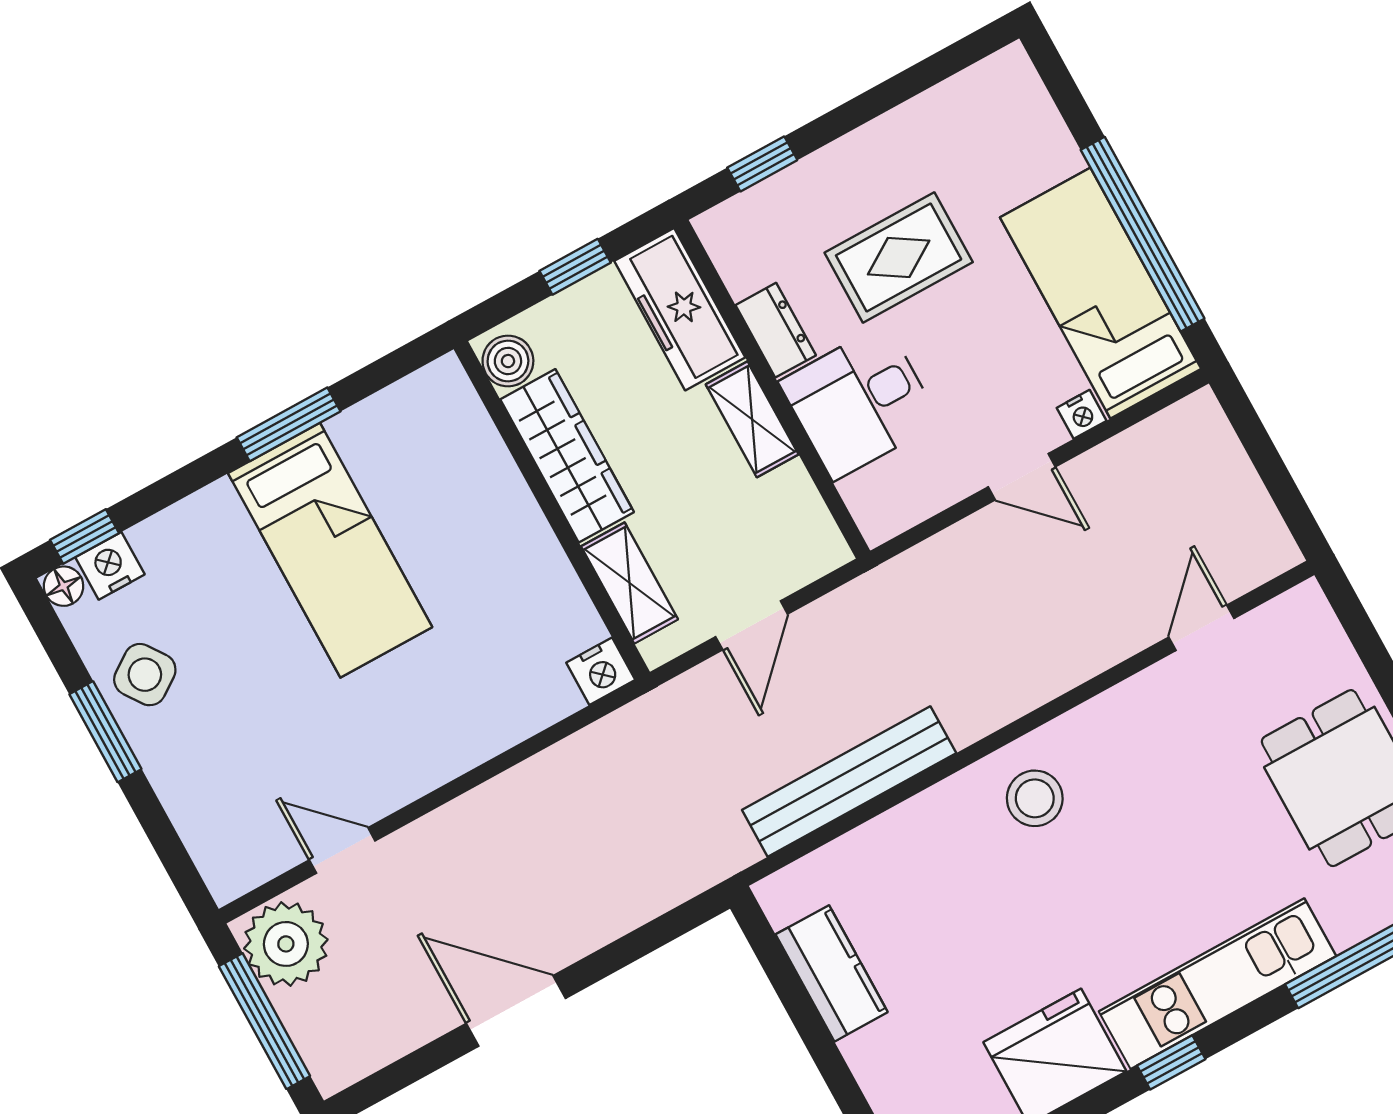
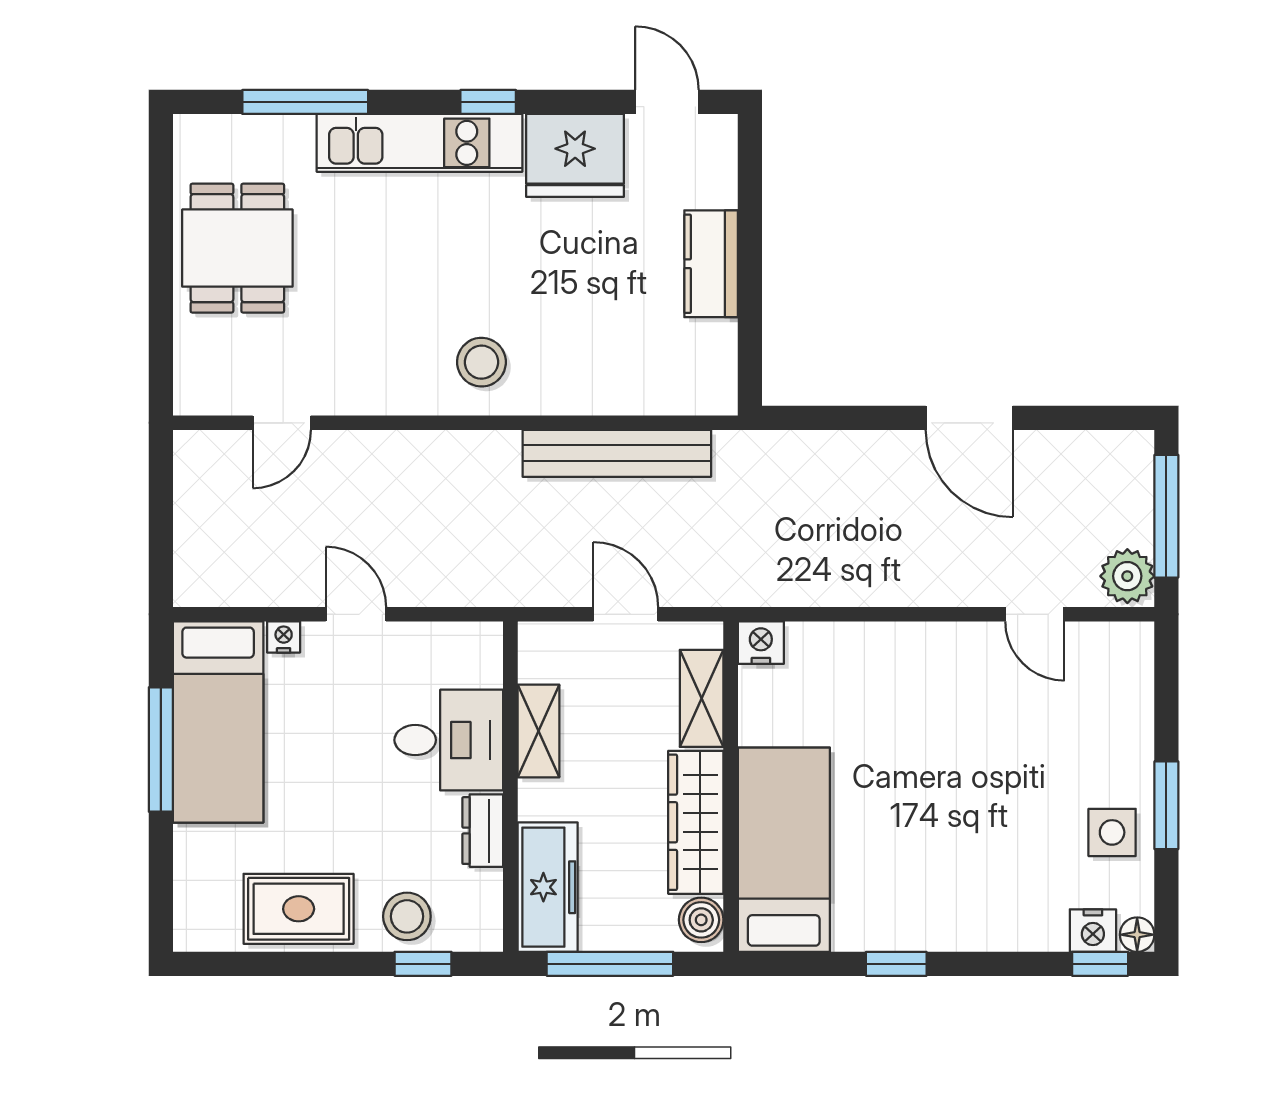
stool: (804, 203) -> (407, 916), added
window: (1143, 234) -> (161, 749), width x0.68
rug: (899, 257) -> (299, 909), moved
window: (575, 267) -> (610, 964), width x2.17
shelving: (752, 419) -> (538, 731), moved
window: (289, 424) -> (896, 964), width x0.67
bed: (330, 550) -> (784, 850), moved
door: (752, 625) -> (626, 614), hinge flipped
side table: (145, 675) -> (1112, 832), turned 35
plant: (286, 944) -> (1127, 576), width x0.73, depth x0.73
kitchen counter: (832, 973) -> (711, 264), moved

